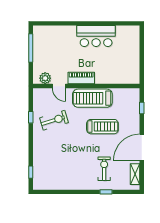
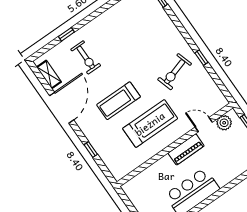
plant: (45, 78) -> (224, 123), moved
piano: (81, 78) -> (186, 149), moved
door: (59, 86) -> (204, 125), moved
wall: (86, 86) -> (175, 145), moved

